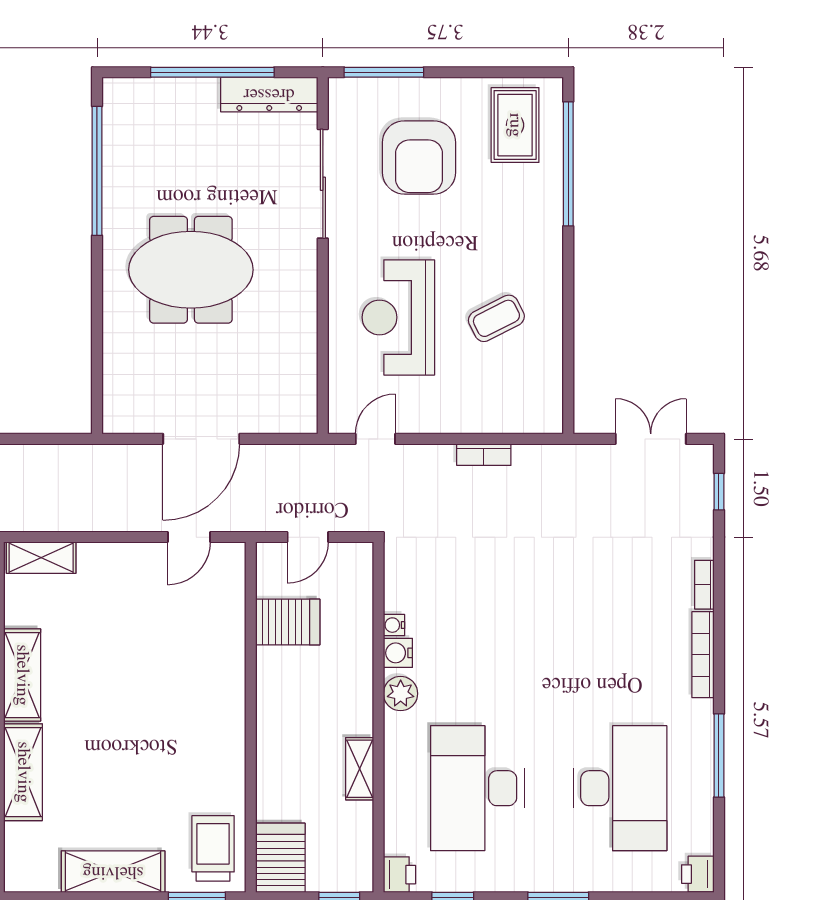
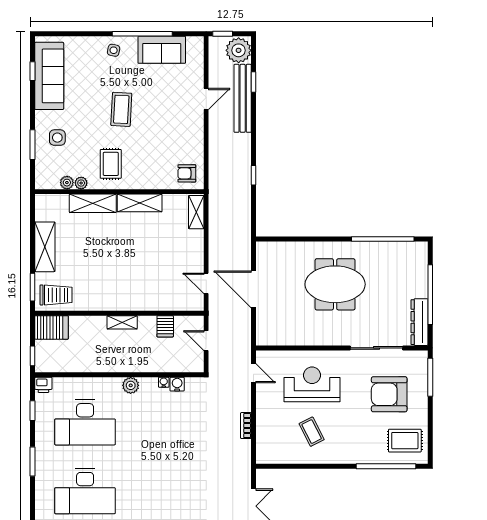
meeting table: (191, 270) -> (335, 284), turned 90
server rack: (288, 622) -> (165, 326), width x0.73, depth x0.70
water cooler: (398, 653) -> (177, 384), moved
shelving: (360, 769) -> (122, 322), moved
desk: (477, 788) -> (85, 422), turned 180

